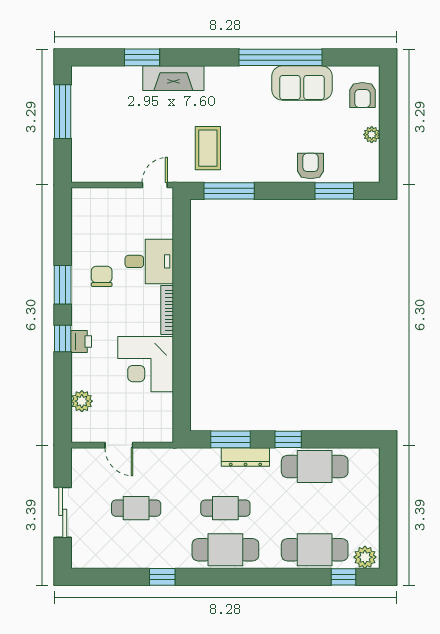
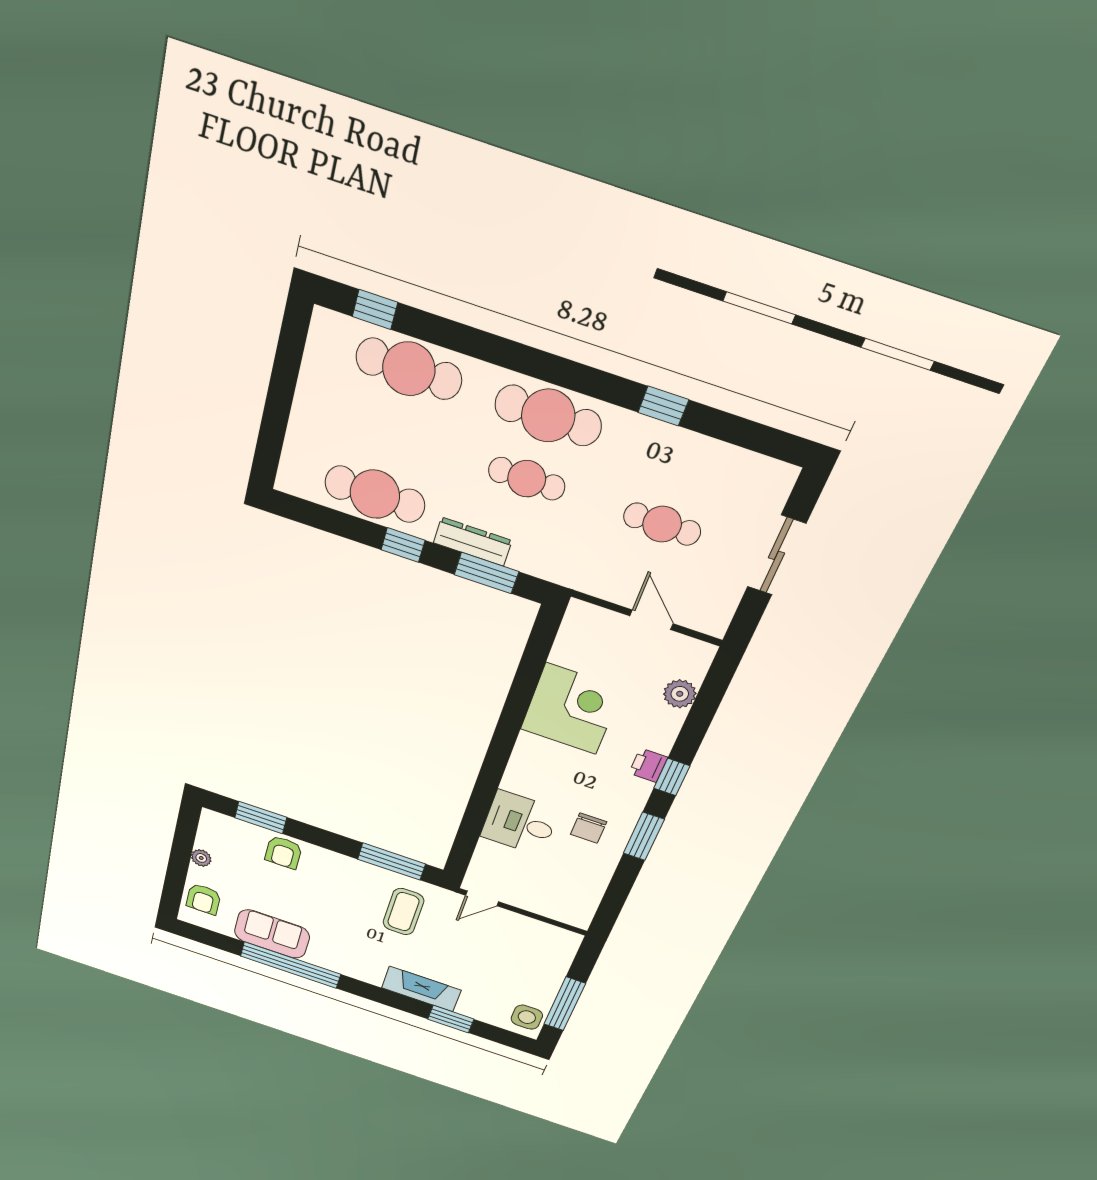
side table: (86, 86) -> (527, 1017), added
armchair: (362, 95) -> (203, 899), turned 180
bookcase: (167, 310) -> (517, 762), removed
plant: (365, 557) -> (333, 330), removed

